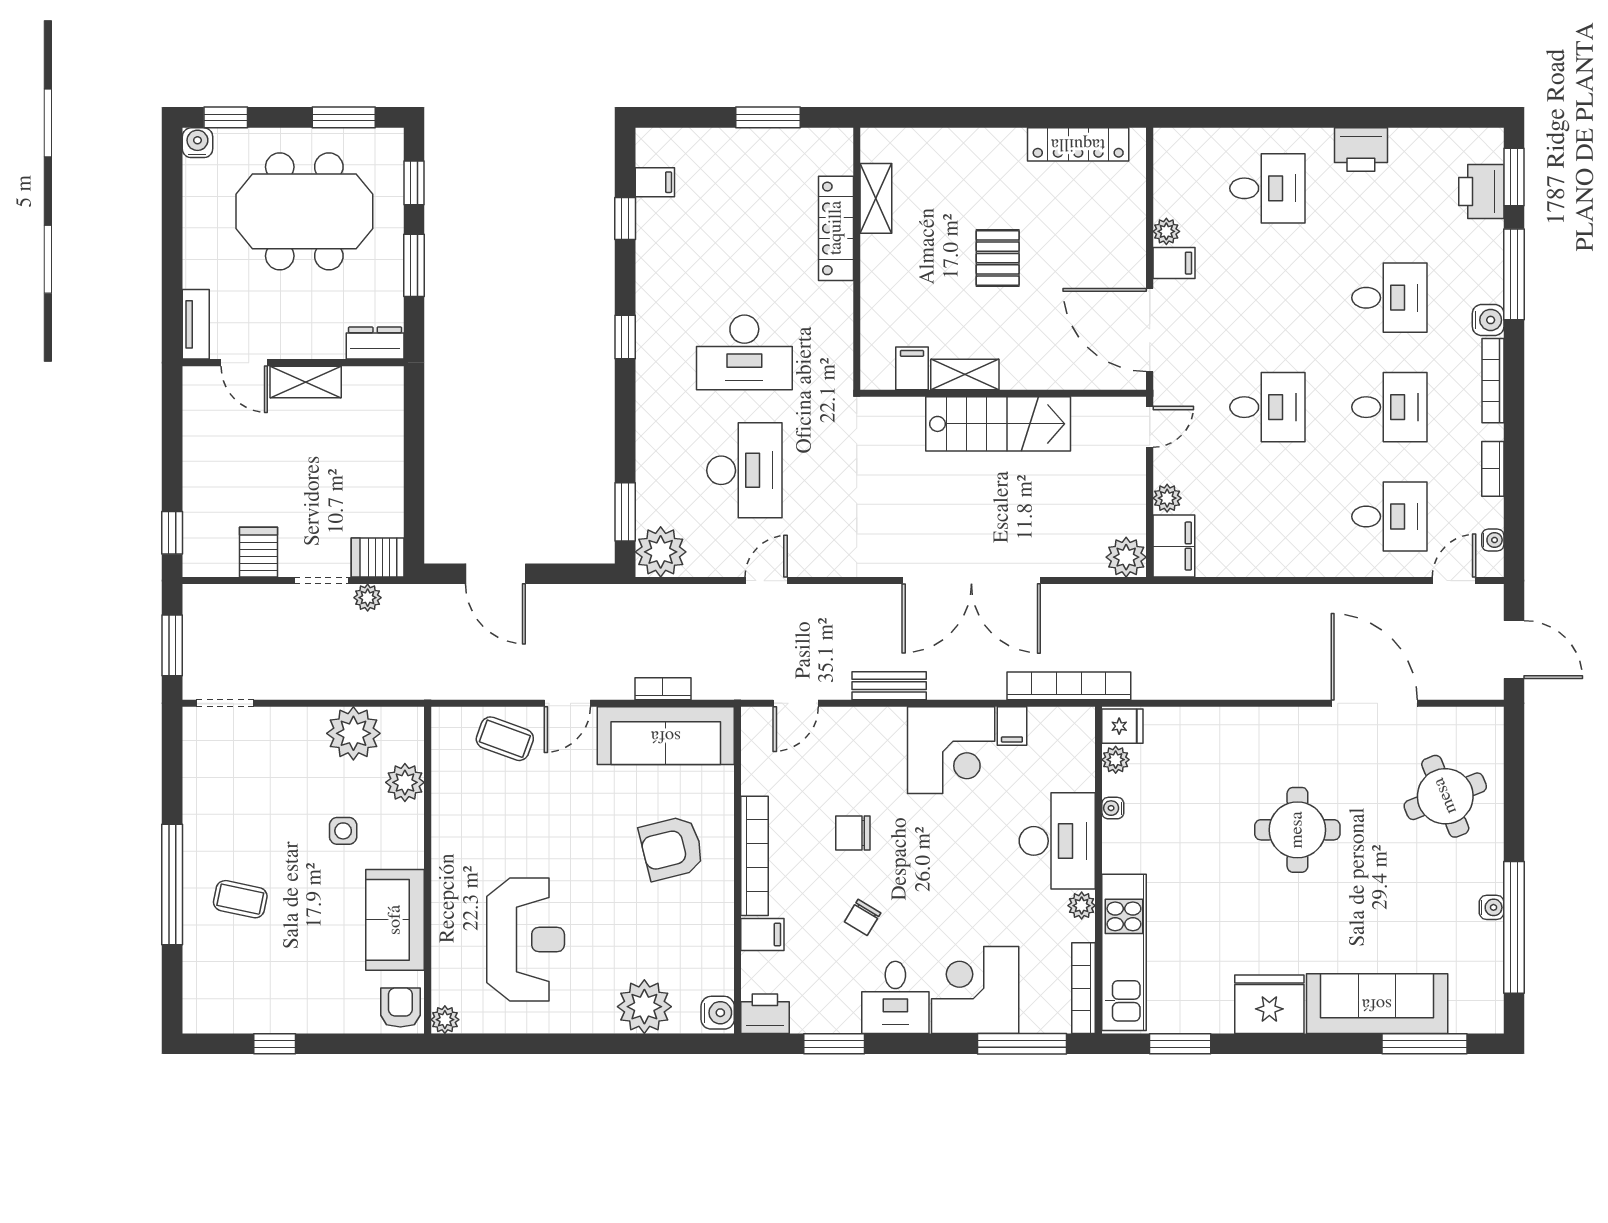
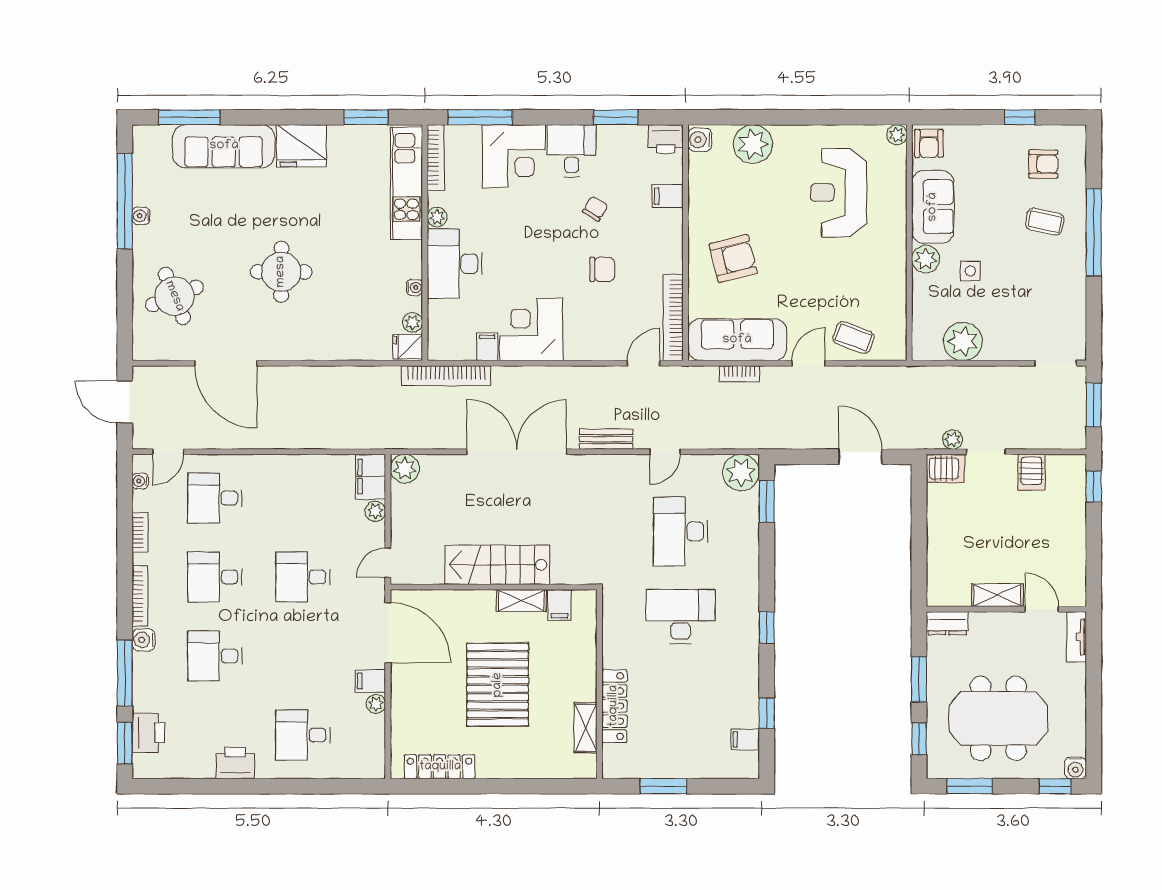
pallet: (998, 258) -> (498, 685), width x2.05, depth x2.00
bench: (889, 686) -> (606, 439), moved
plant: (405, 782) -> (926, 259), moved
bookcase: (755, 856) -> (673, 318), moved
armchair: (242, 979) -> (1043, 164), added

